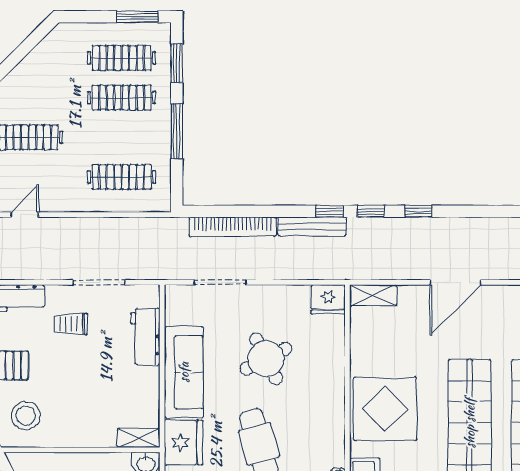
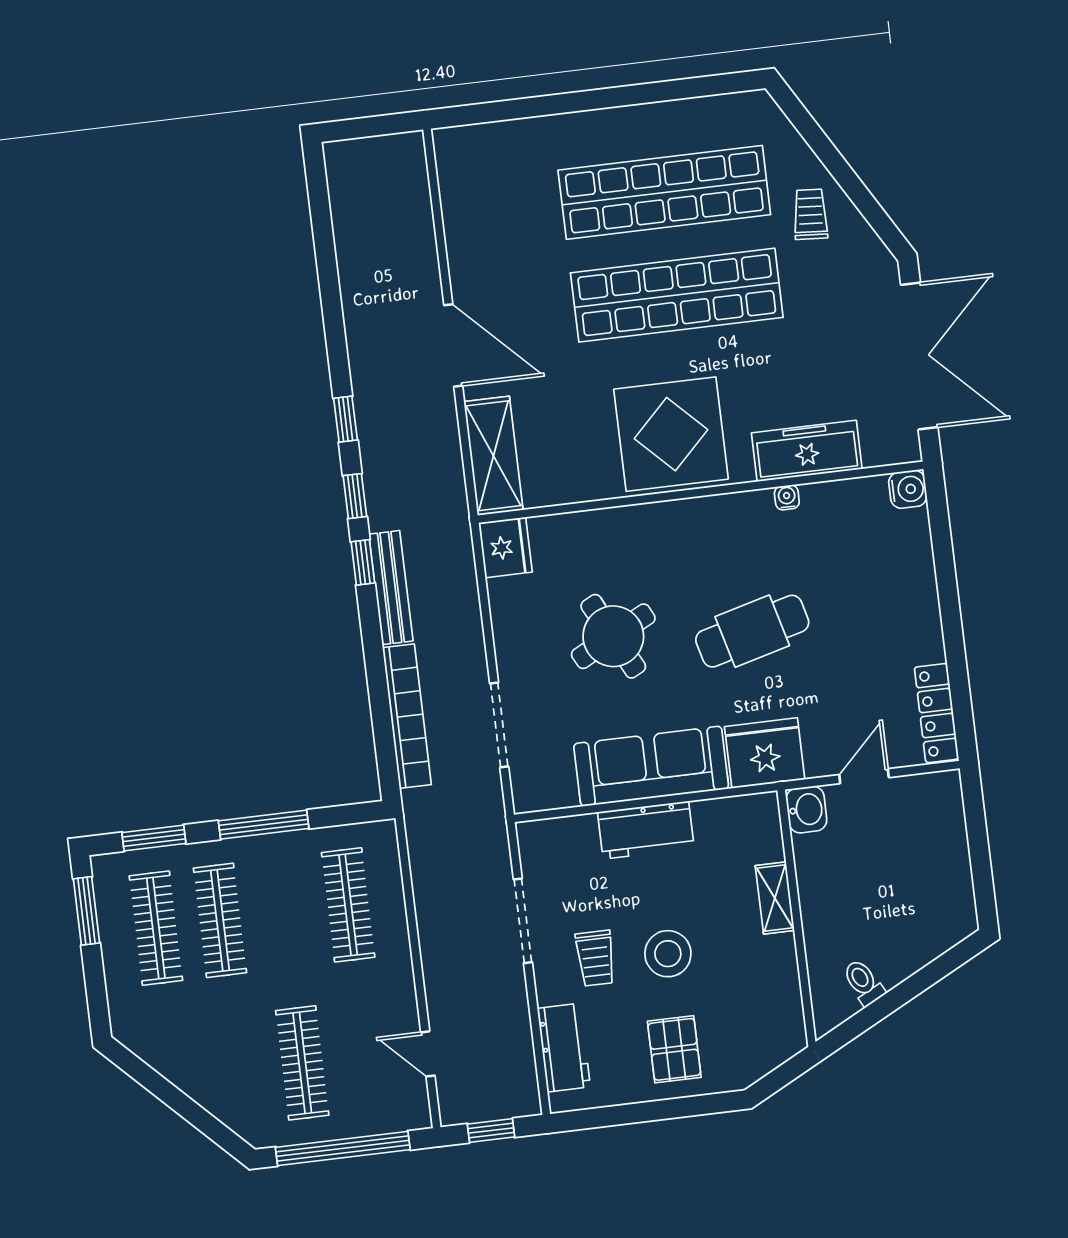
shelving: (373, 295) -> (493, 456), width x1.50, depth x1.33
workbench: (145, 337) -> (646, 830), moved
stool: (26, 416) -> (668, 954), moved
shelving: (139, 438) -> (775, 898), moved

